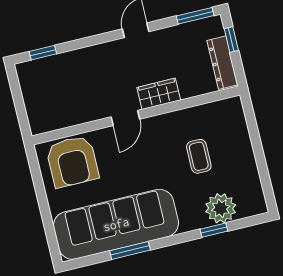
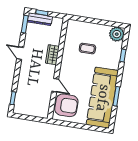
dresser: (222, 63) -> (40, 19), moved
door: (125, 118) -> (55, 85), moved
plant: (221, 208) -> (117, 34), moved

